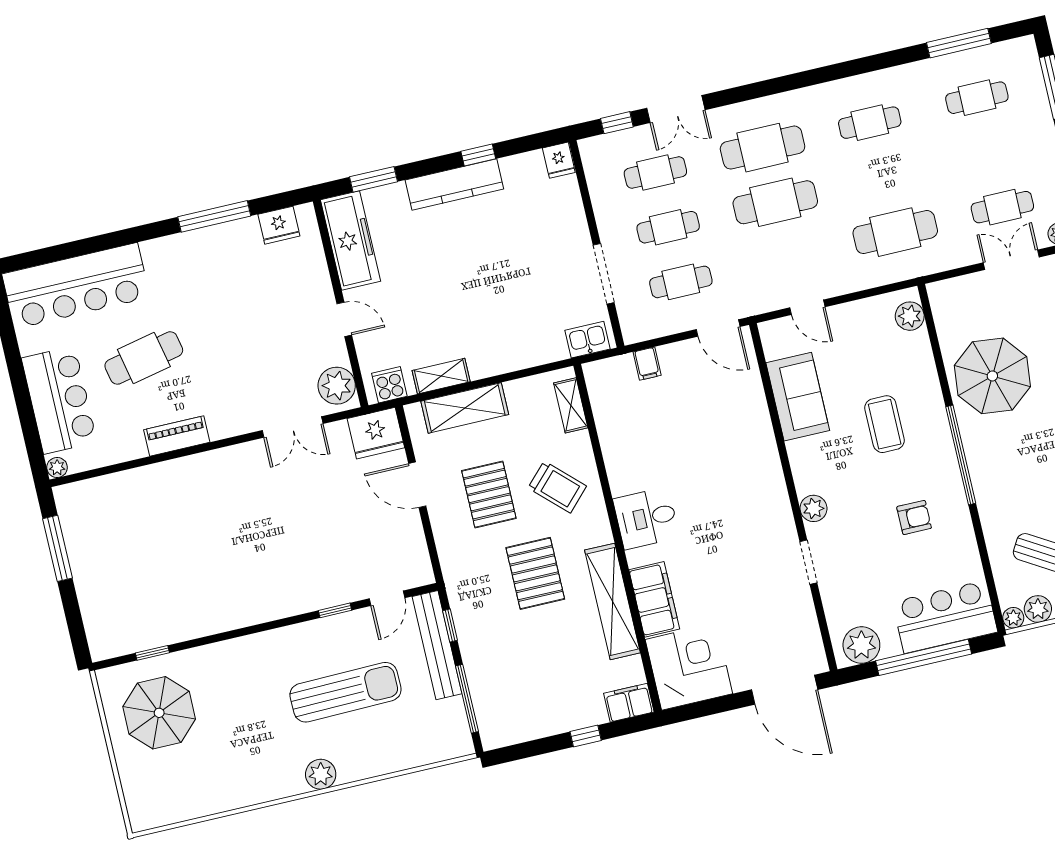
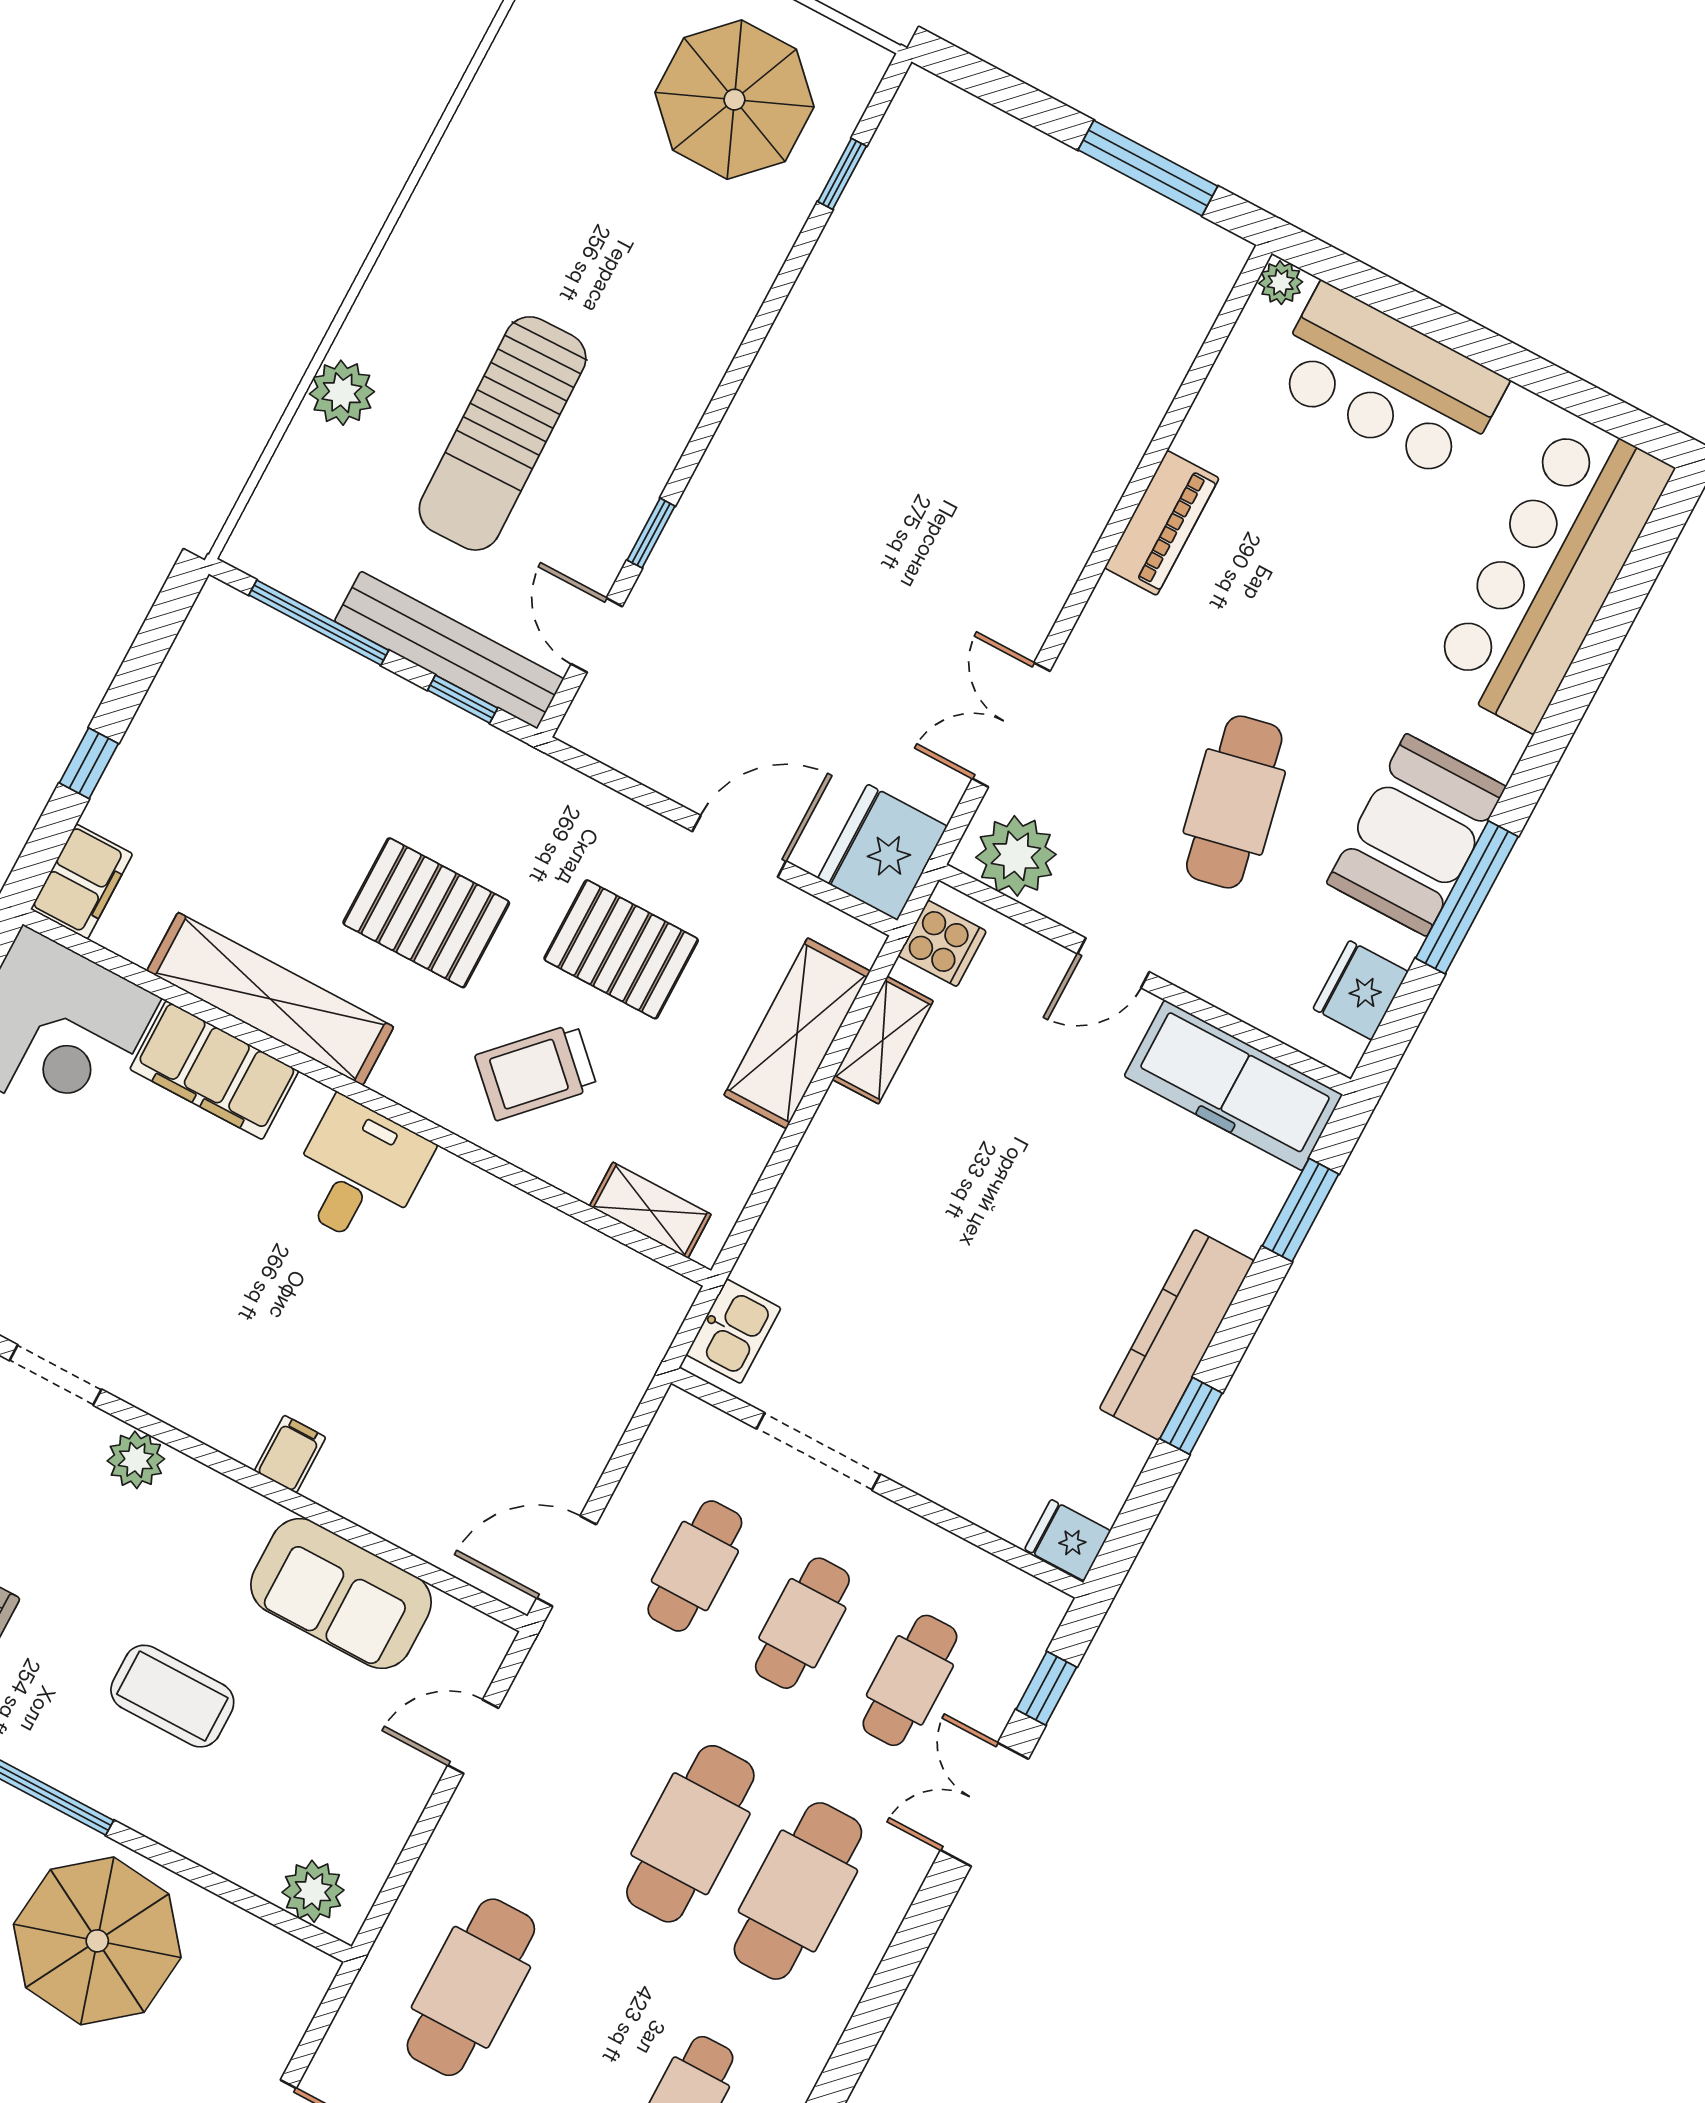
booth: (208, 253) -> (1416, 835), added
cafe table: (144, 358) -> (1234, 802), moved
filing cabinet: (647, 364) -> (290, 1454), moved, turned 90
plant: (321, 774) -> (342, 393), moved

